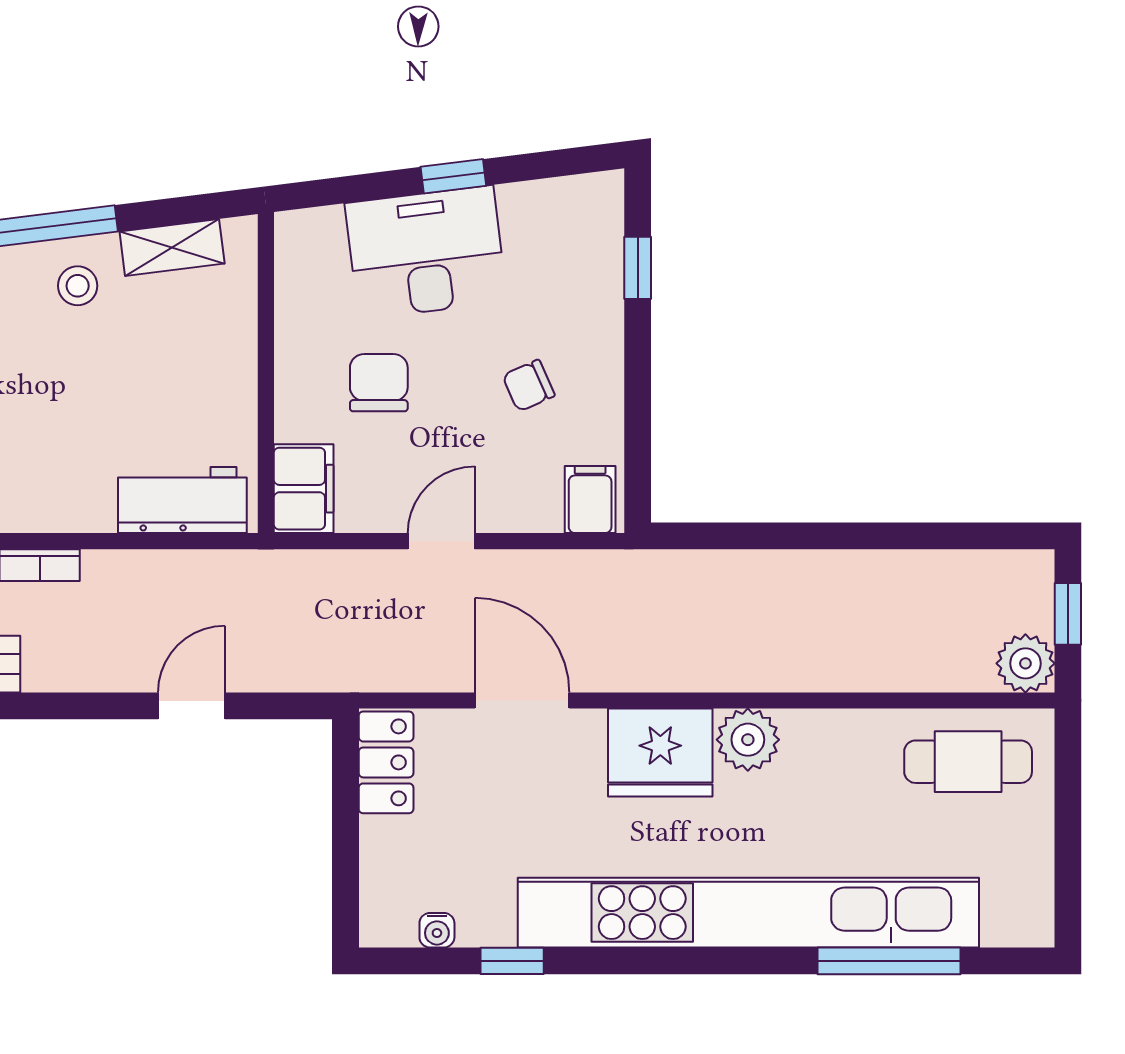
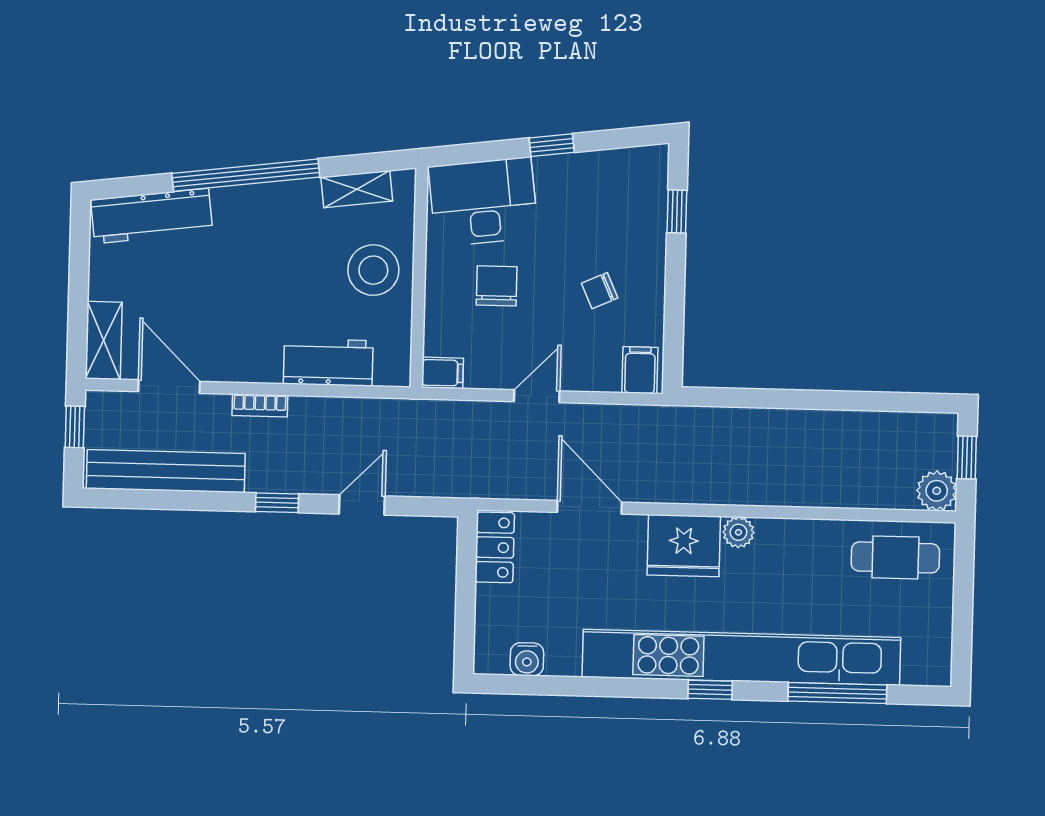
desk: (426, 252) -> (483, 202), moved
stool: (78, 286) -> (373, 270), moved, width x1.89, depth x1.89
filing cabinet: (304, 489) -> (442, 373), width x0.50
workbench: (182, 500) -> (328, 362), moved
window: (68, 706) -> (277, 503), added
plant: (748, 740) -> (738, 532), width x0.73, depth x0.73
water cooler: (437, 930) -> (527, 659), width x1.38, depth x1.38
window: (512, 961) -> (710, 690), moved

